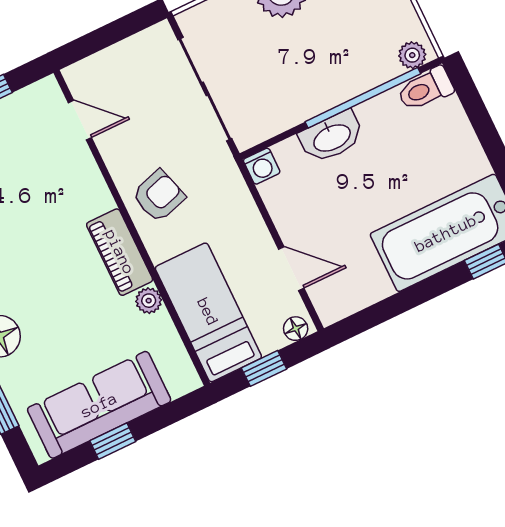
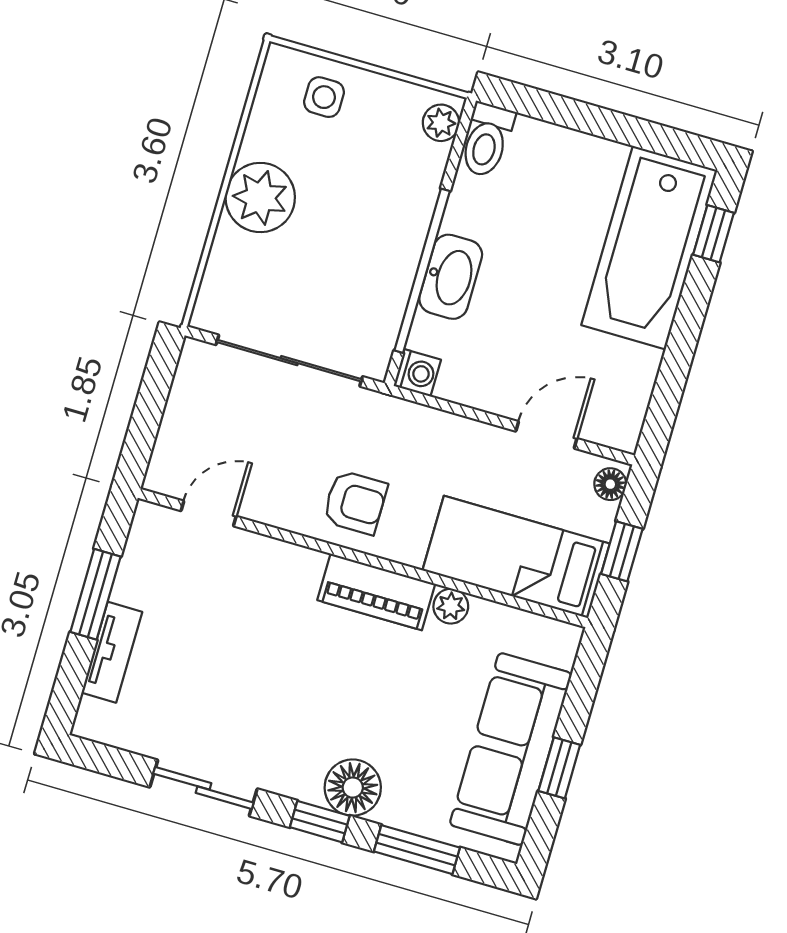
window: (363, 98) -> (422, 271), moved
armchair: (159, 196) -> (355, 502), turned 107

